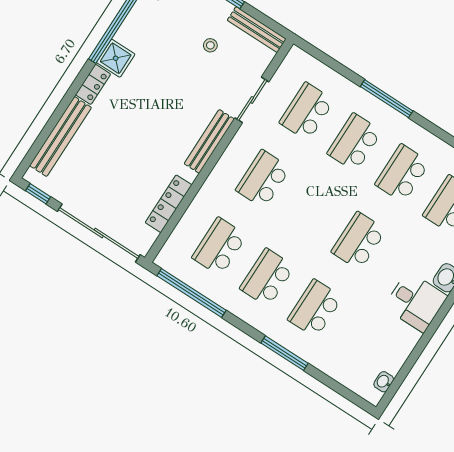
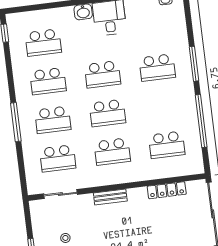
bench: (257, 30) -> (37, 221), removed
sliding door: (252, 100) -> (60, 194), moved
bench: (209, 141) -> (110, 197), width x0.73
school desk: (267, 277) -> (107, 113), moved
window: (191, 293) -> (201, 121), moved

